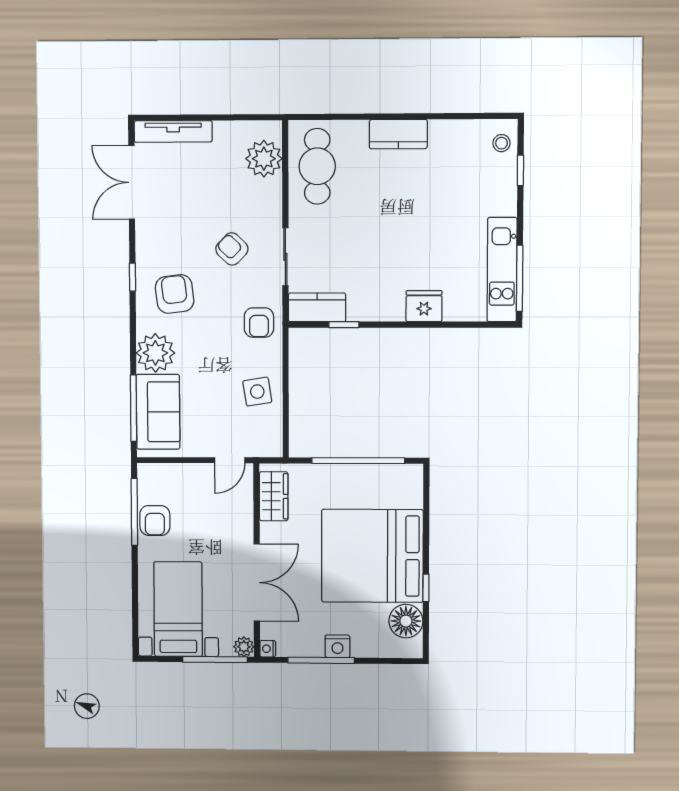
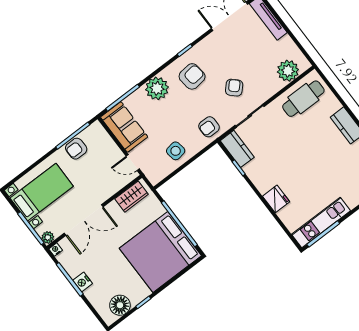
sofa: (158, 412) -> (124, 127), moved, turned -90
bed: (372, 556) -> (160, 252), moved, turned -90

